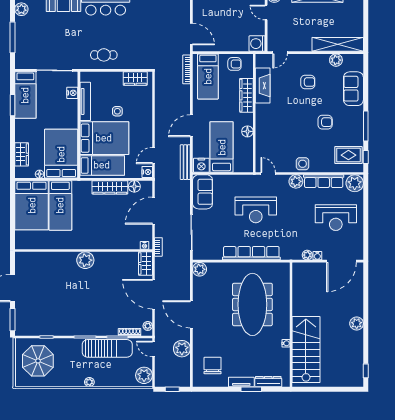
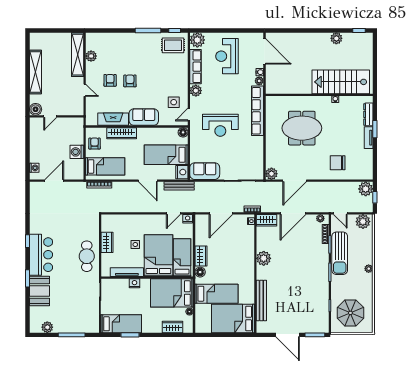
door: (191, 34) -> (54, 181), moved
washing machine: (257, 44) -> (77, 152), moved, turned 90
door: (280, 53) -> (85, 90), moved
cafe table: (104, 55) -> (87, 256), width x1.37, depth x1.35
wardrobe: (135, 78) -> (107, 242), moved
sofa: (353, 89) -> (144, 117), moved, turned 180
nightstand: (72, 93) -> (134, 283), moved
armchair: (325, 122) -> (130, 81), moved
floor lamp: (247, 131) -> (183, 132), moved
rug: (348, 155) -> (173, 45), turned 90
door: (154, 156) -> (173, 213), hinge flipped
side table: (303, 164) -> (174, 102), moved
floor lamp: (134, 186) -> (200, 272), moved
wardrobe: (110, 187) -> (201, 256), width x0.67
bed: (32, 205) -> (233, 318), moved, turned 180
reception desk: (256, 210) -> (220, 125), turned 90
door: (154, 211) -> (221, 213), hinge flipped
reception desk: (336, 218) -> (227, 56), turned 180
row of seats: (251, 253) -> (258, 111), moved
bench: (52, 258) -> (261, 301), added
plant: (85, 260) -> (264, 258), moved
meeting table: (252, 304) -> (302, 128), width x0.73
door: (191, 314) -> (295, 181), moved
plant: (357, 323) -> (336, 38), moved
sun lounger: (107, 348) -> (340, 253), turned 180
door: (154, 349) -> (340, 213), hinge flipped
plant: (182, 349) -> (366, 189), moved
chair: (213, 366) -> (338, 163), moved

